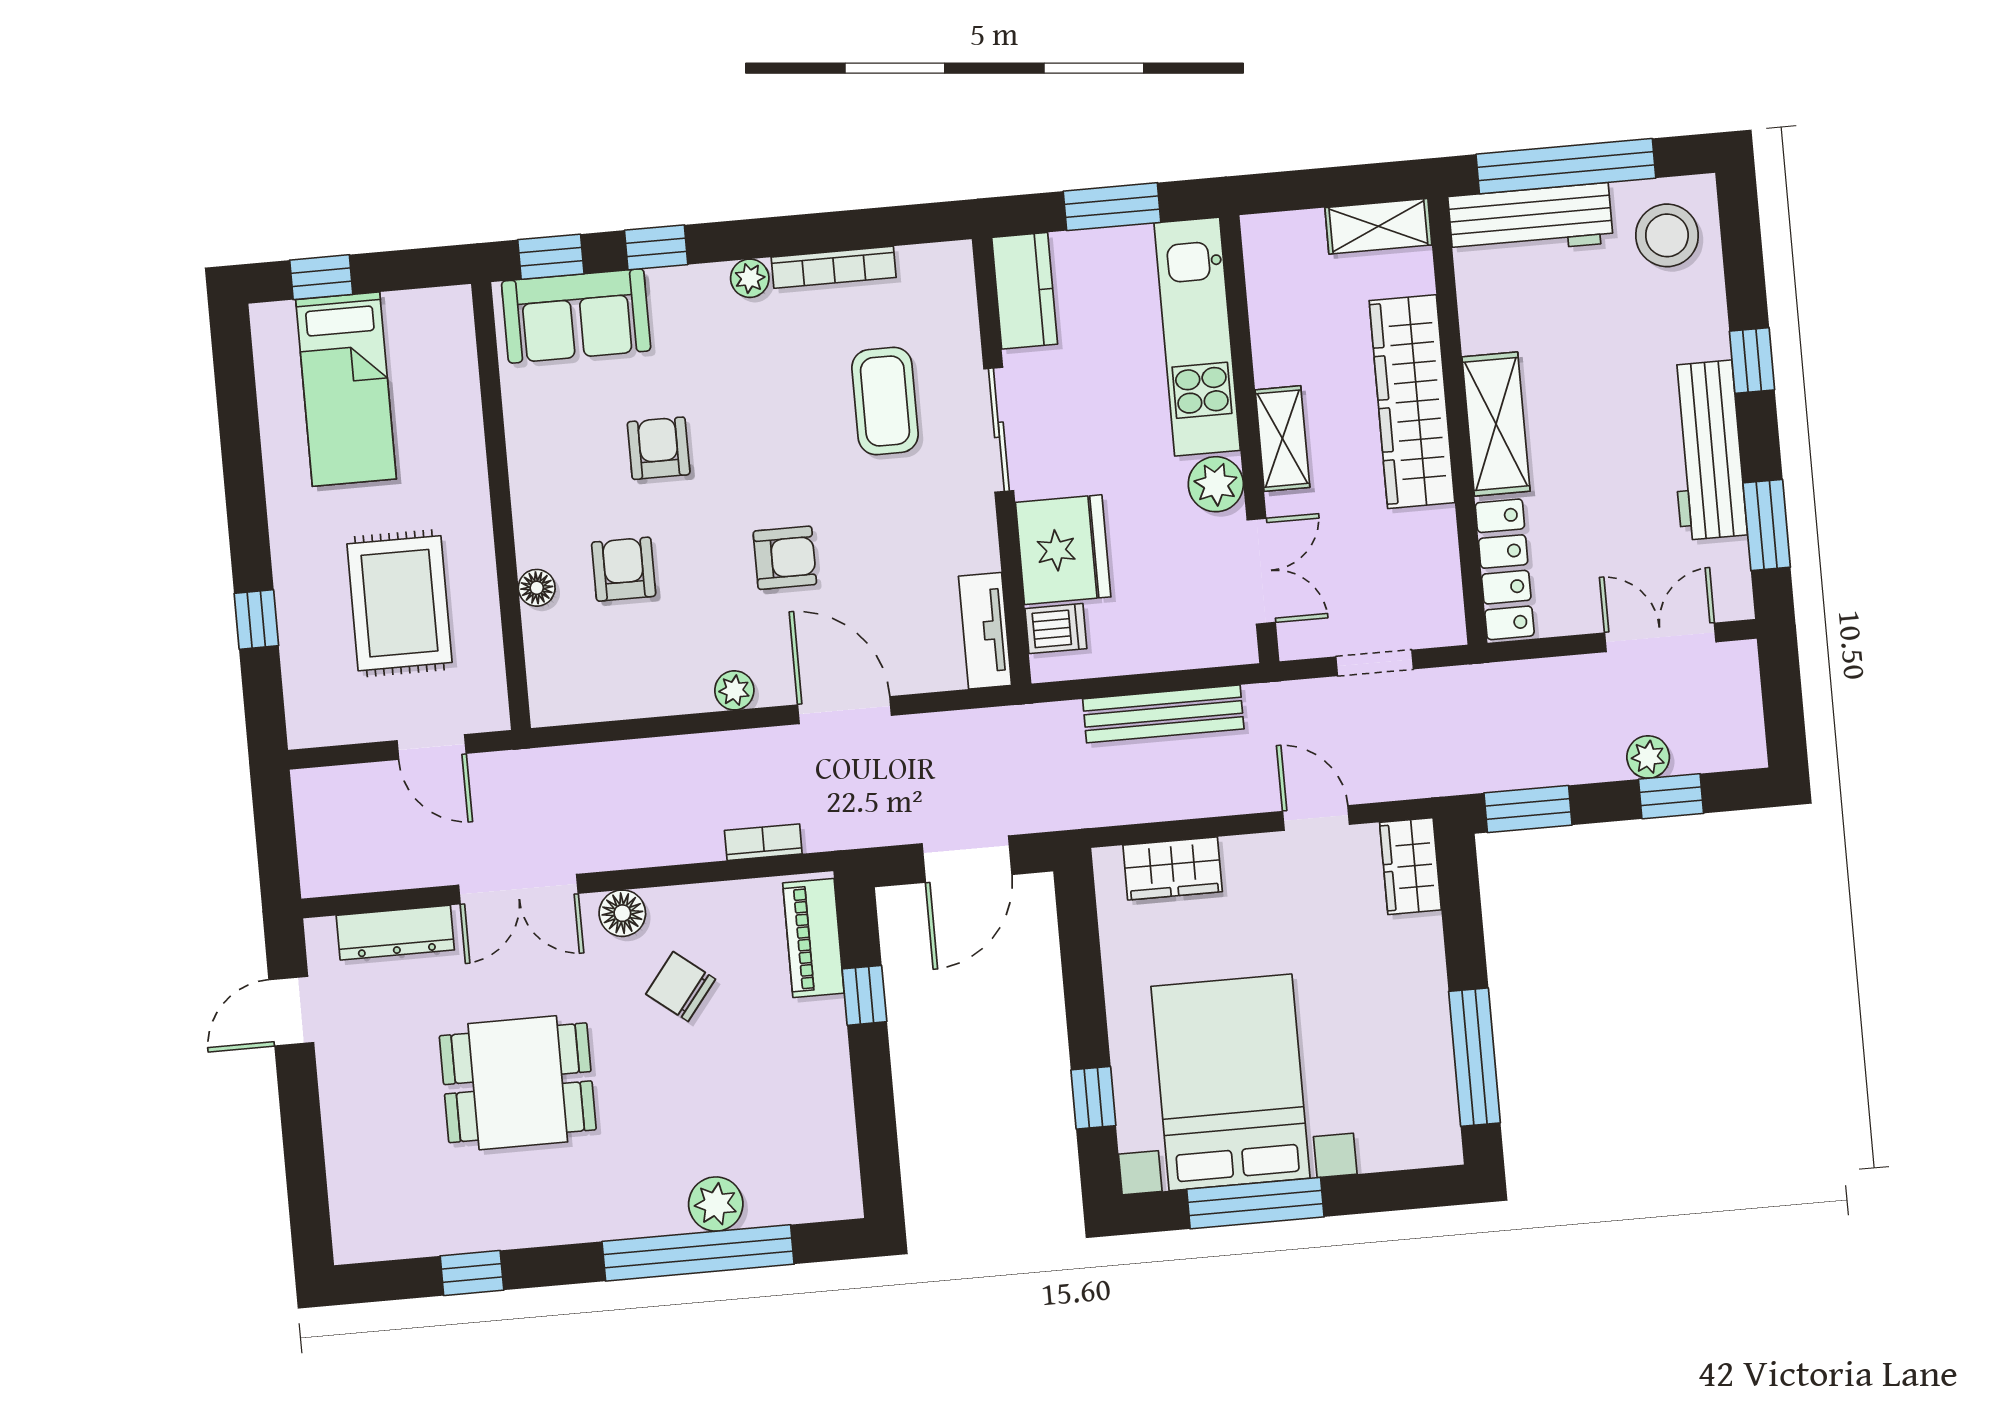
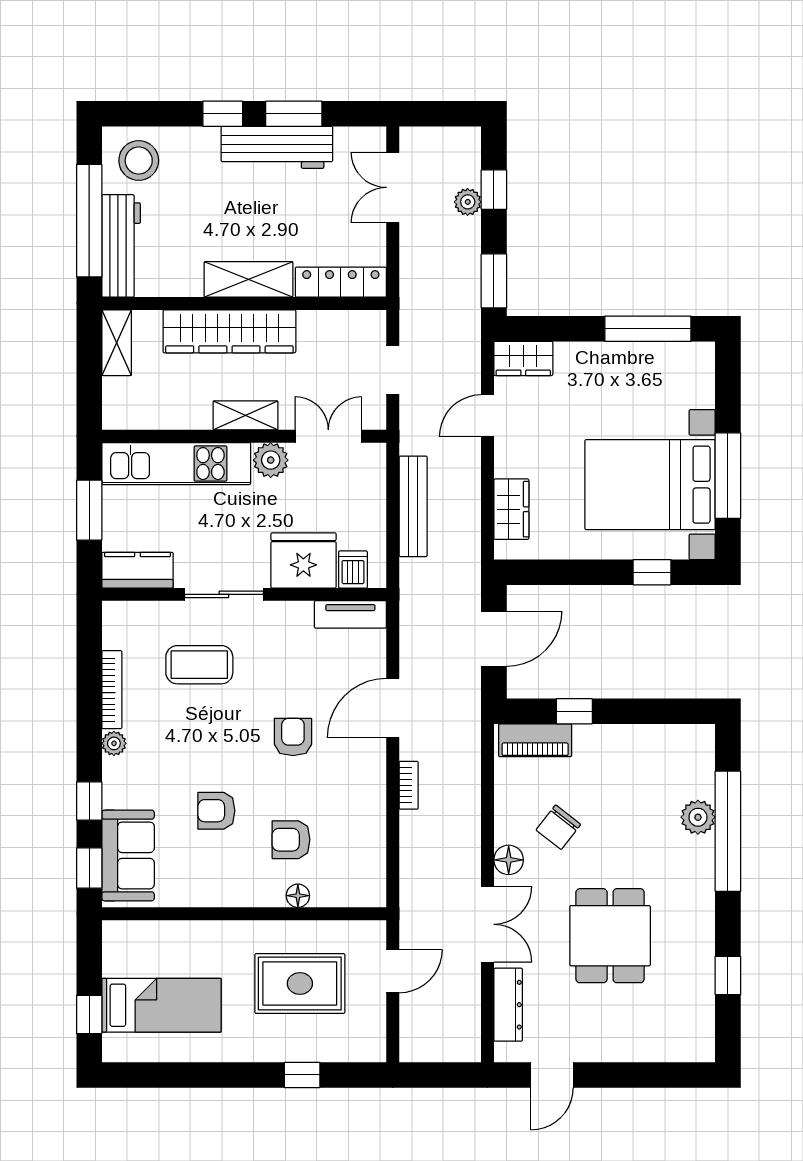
window: (1767, 525) -> (294, 114), moved
plant: (734, 690) -> (374, 776), removed
bookcase: (763, 842) -> (409, 785), moved, turned 180
door: (967, 859) -> (494, 639), hinge flipped
door: (291, 1011) -> (552, 1075), hinge flipped

